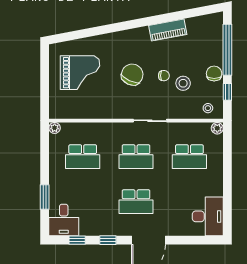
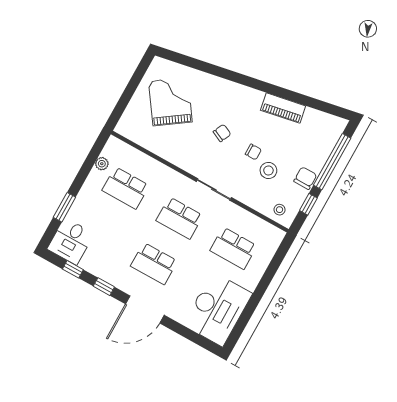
grand piano: (80, 73) -> (170, 102), turned -125
chair: (132, 75) -> (222, 133), width x0.54, depth x0.54
plant: (55, 128) -> (102, 164), moved
plant: (217, 128) -> (278, 235), removed
desk: (208, 216) -> (218, 309), width x1.36, depth x1.30

